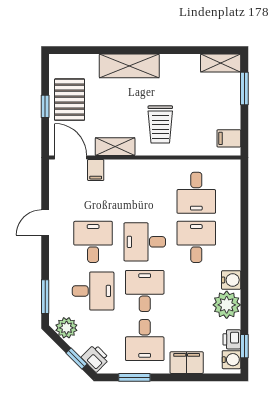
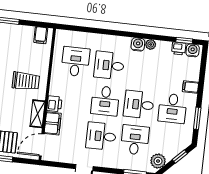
filing cabinet: (96, 170) -> (53, 123), width x2.00
desk: (196, 193) -> (75, 62), turned -90
plant: (227, 305) -> (151, 44), width x0.53, depth x0.53
desk: (145, 340) -> (172, 108), turned 90
printer: (95, 358) -> (54, 104), moved, turned 135
filing cabinet: (187, 363) -> (191, 87), width x0.50

